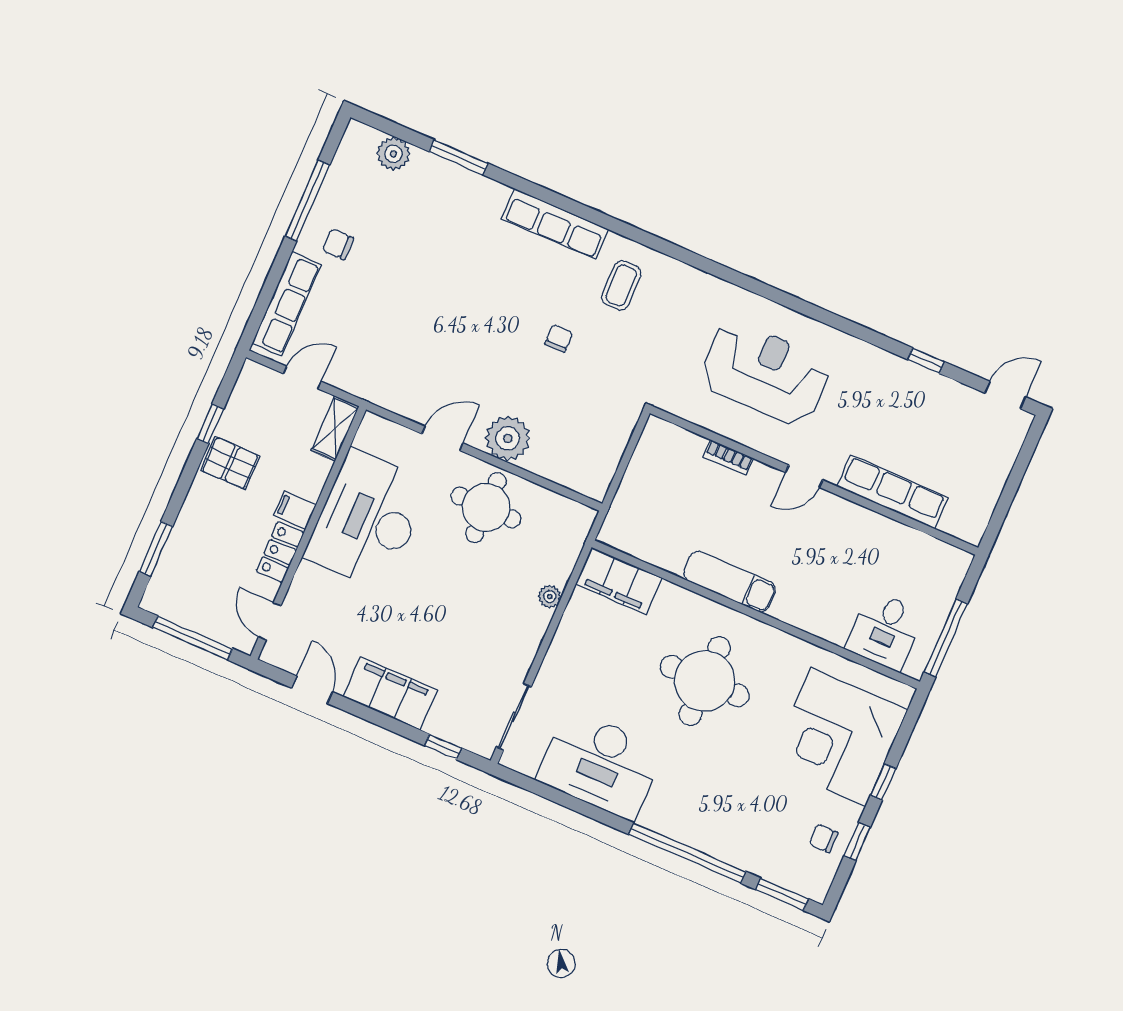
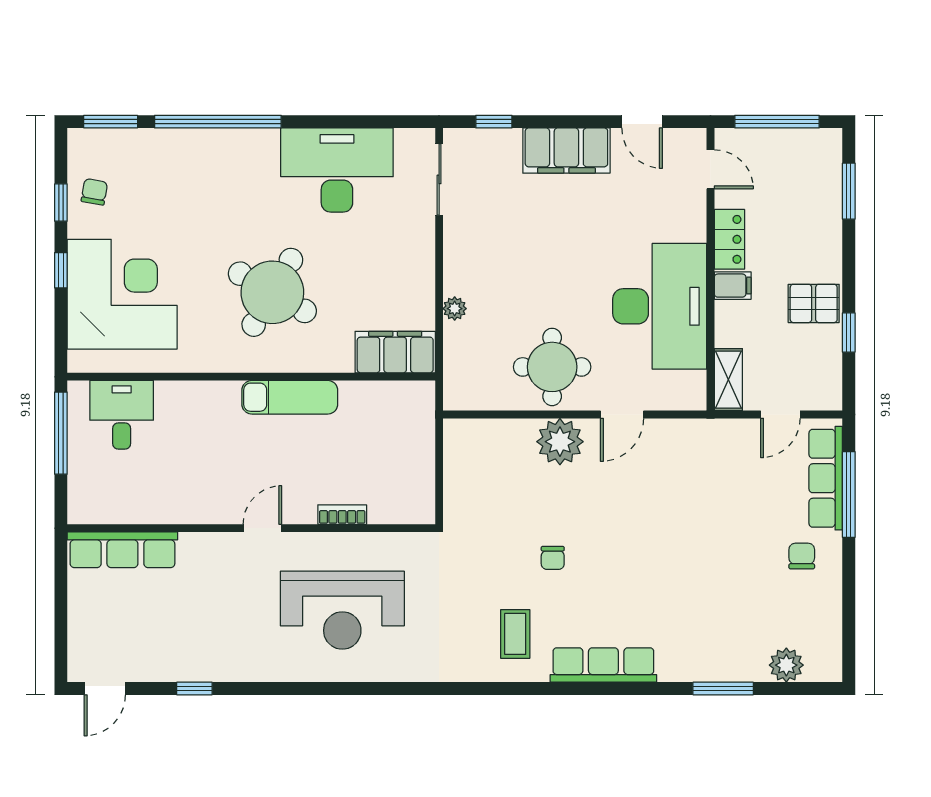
window: (307, 201) -> (849, 495), moved
chair: (338, 244) -> (802, 556), turned -90
row of seats: (892, 492) -> (122, 550), moved
round table: (705, 681) -> (272, 292), turned 30
chair: (823, 838) -> (94, 192), turned -80

